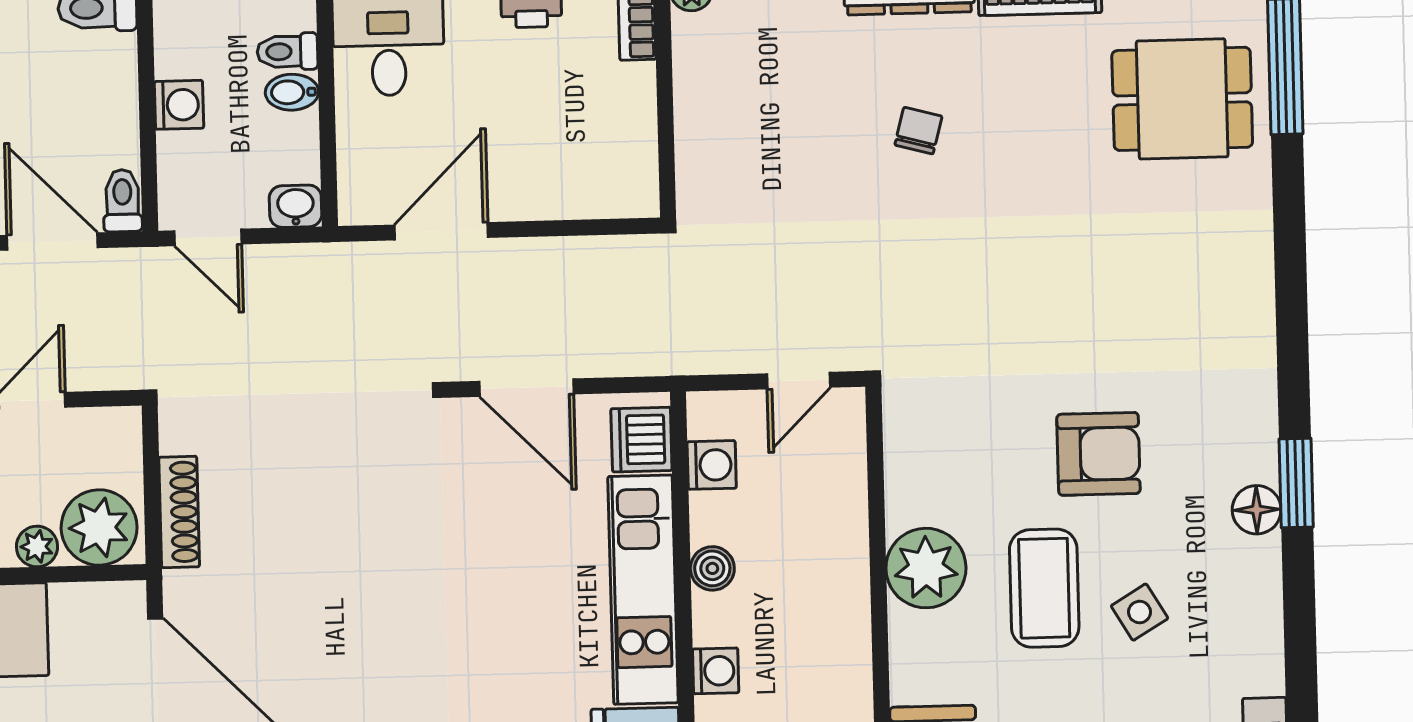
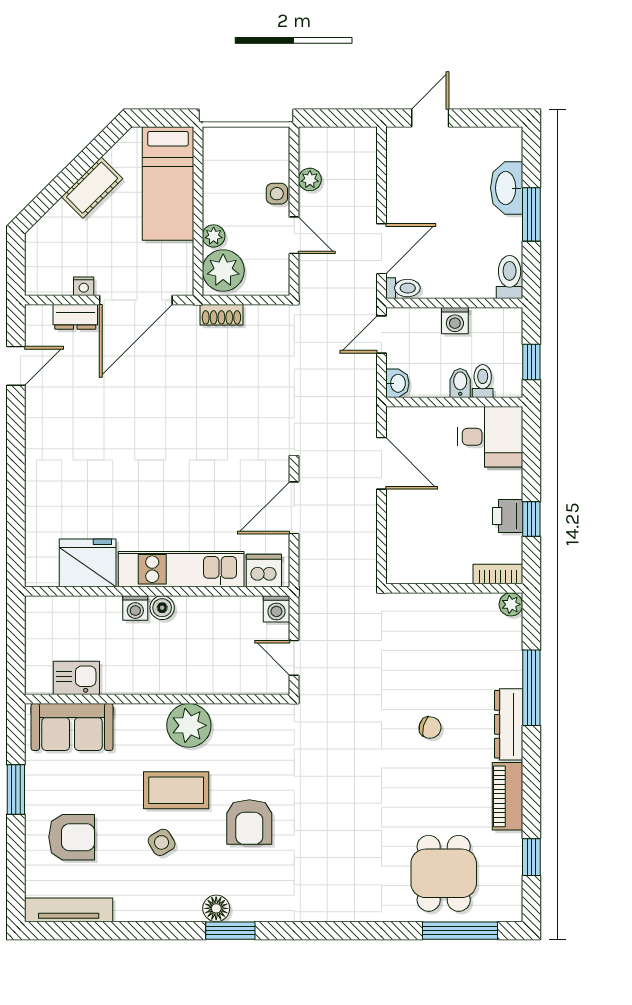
washing machine: (712, 465) -> (276, 609), moved
shoe rack: (179, 512) -> (221, 315), width x0.70
boiler: (712, 568) -> (162, 608), moved

